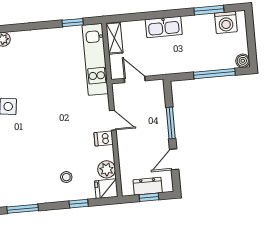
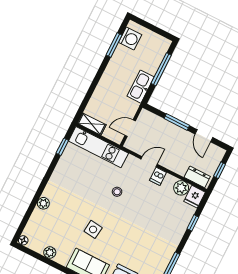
kitchen sink: (164, 27) -> (141, 87), moved, turned 180
boiler: (243, 61) -> (165, 44), removed
stool: (66, 177) -> (117, 192), moved
dresser: (148, 186) -> (197, 177), moved, turned 90

